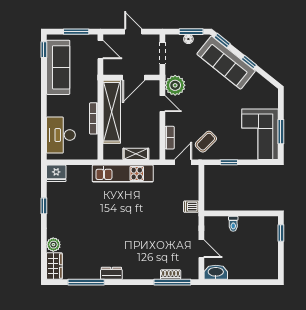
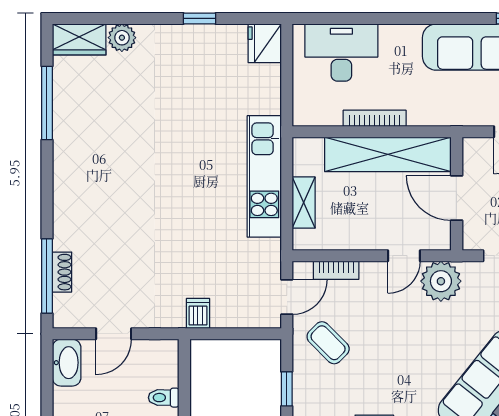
door: (183, 162) -> (287, 297), hinge flipped
dresser: (111, 273) -> (64, 154), removed

